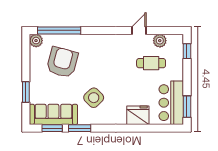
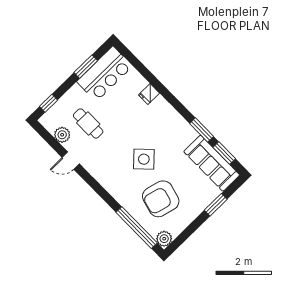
side table: (94, 98) -> (144, 159), moved
window: (187, 107) -> (86, 67), moved
fridge: (138, 115) -> (149, 94), width x0.53, depth x0.75

